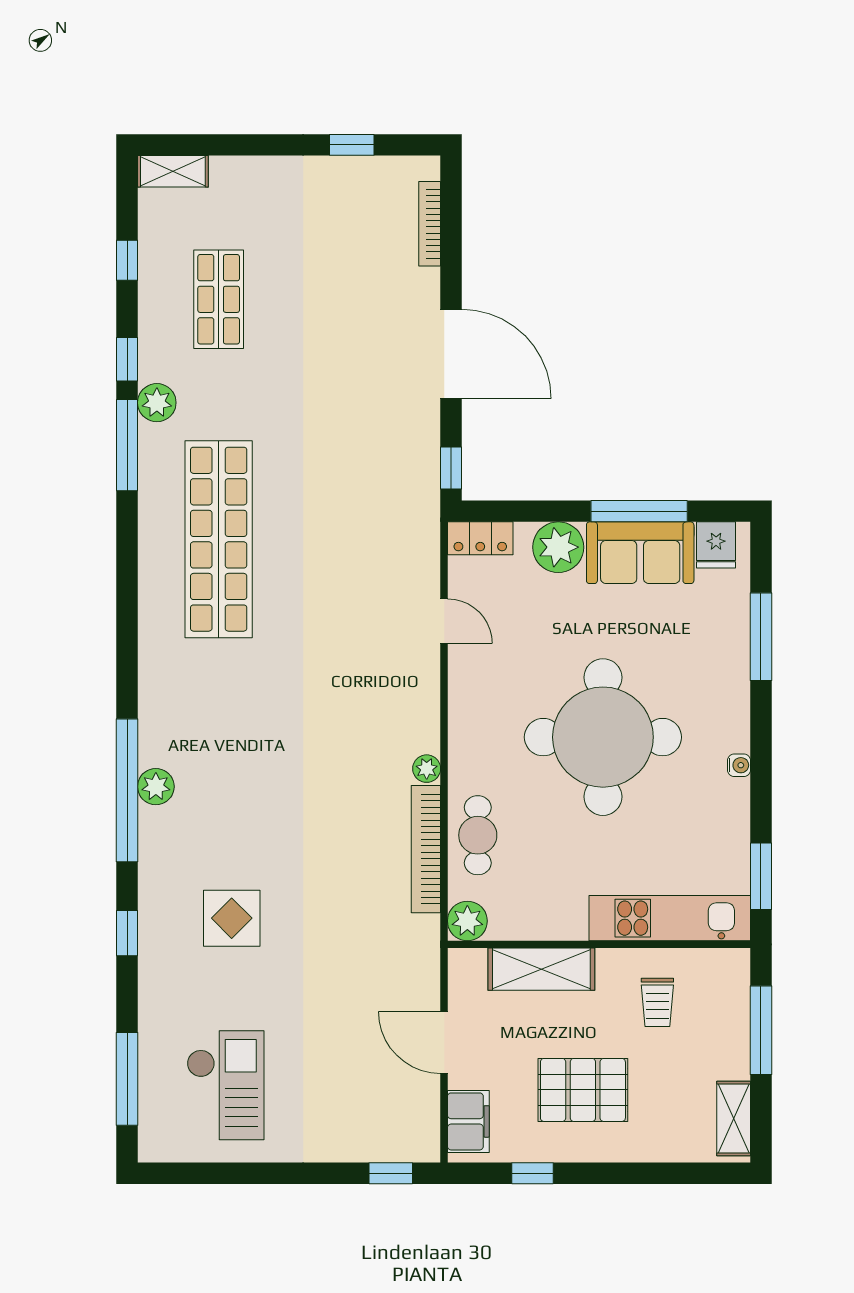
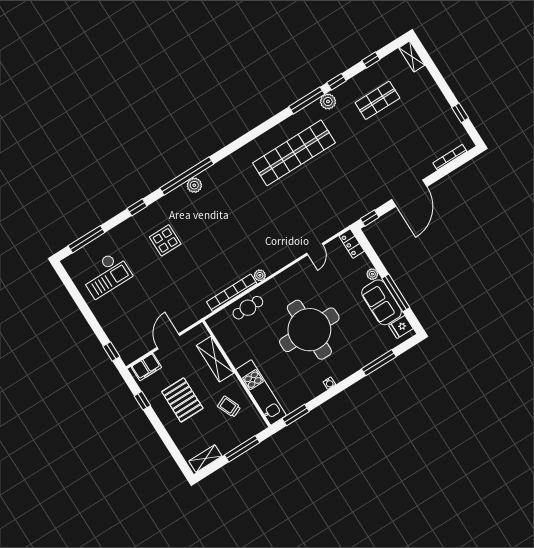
plant: (558, 547) -> (372, 274), width x0.53, depth x0.53
plant: (467, 921) -> (216, 323), removed
trolley: (657, 1002) -> (229, 407), turned 67

